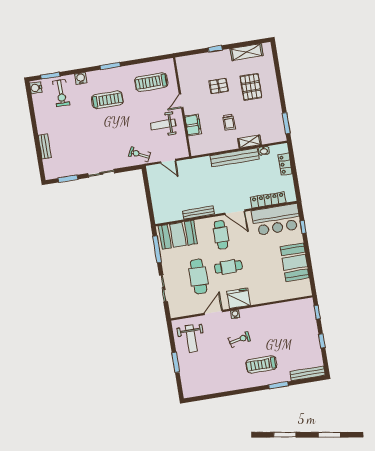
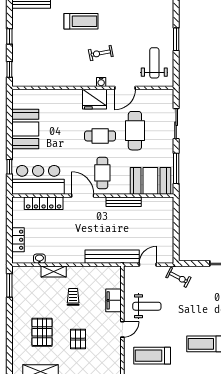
treadmill: (151, 82) -> (152, 356), turned 180
pallet: (219, 86) -> (78, 339), turned 90
bench: (235, 157) -> (112, 257), moved
door: (168, 161) -> (148, 265), hinge flipped

